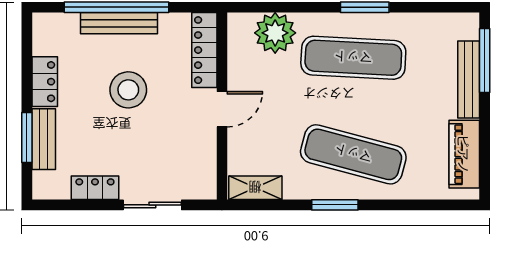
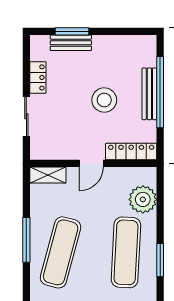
locker: (45, 82) -> (110, 43), removed
door: (222, 109) -> (91, 163), hinge flipped
shelving: (255, 188) -> (48, 175), moved, turned 90
window: (335, 205) -> (26, 240), width x1.44

